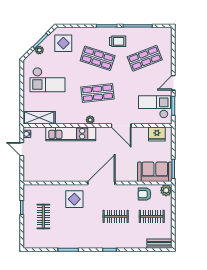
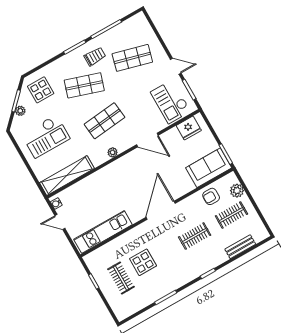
shop shelf: (145, 58) -> (132, 58), turned 36
door: (173, 83) -> (176, 66), swing flipped
checkout: (155, 107) -> (171, 102), turned -90
shelving: (39, 118) -> (67, 176), width x1.47
kitchen unit: (71, 134) -> (103, 232), moved, turned 180
plant: (166, 190) -> (237, 191), moved
display table: (74, 199) -> (143, 262), moved
bench: (159, 244) -> (240, 247), moved

